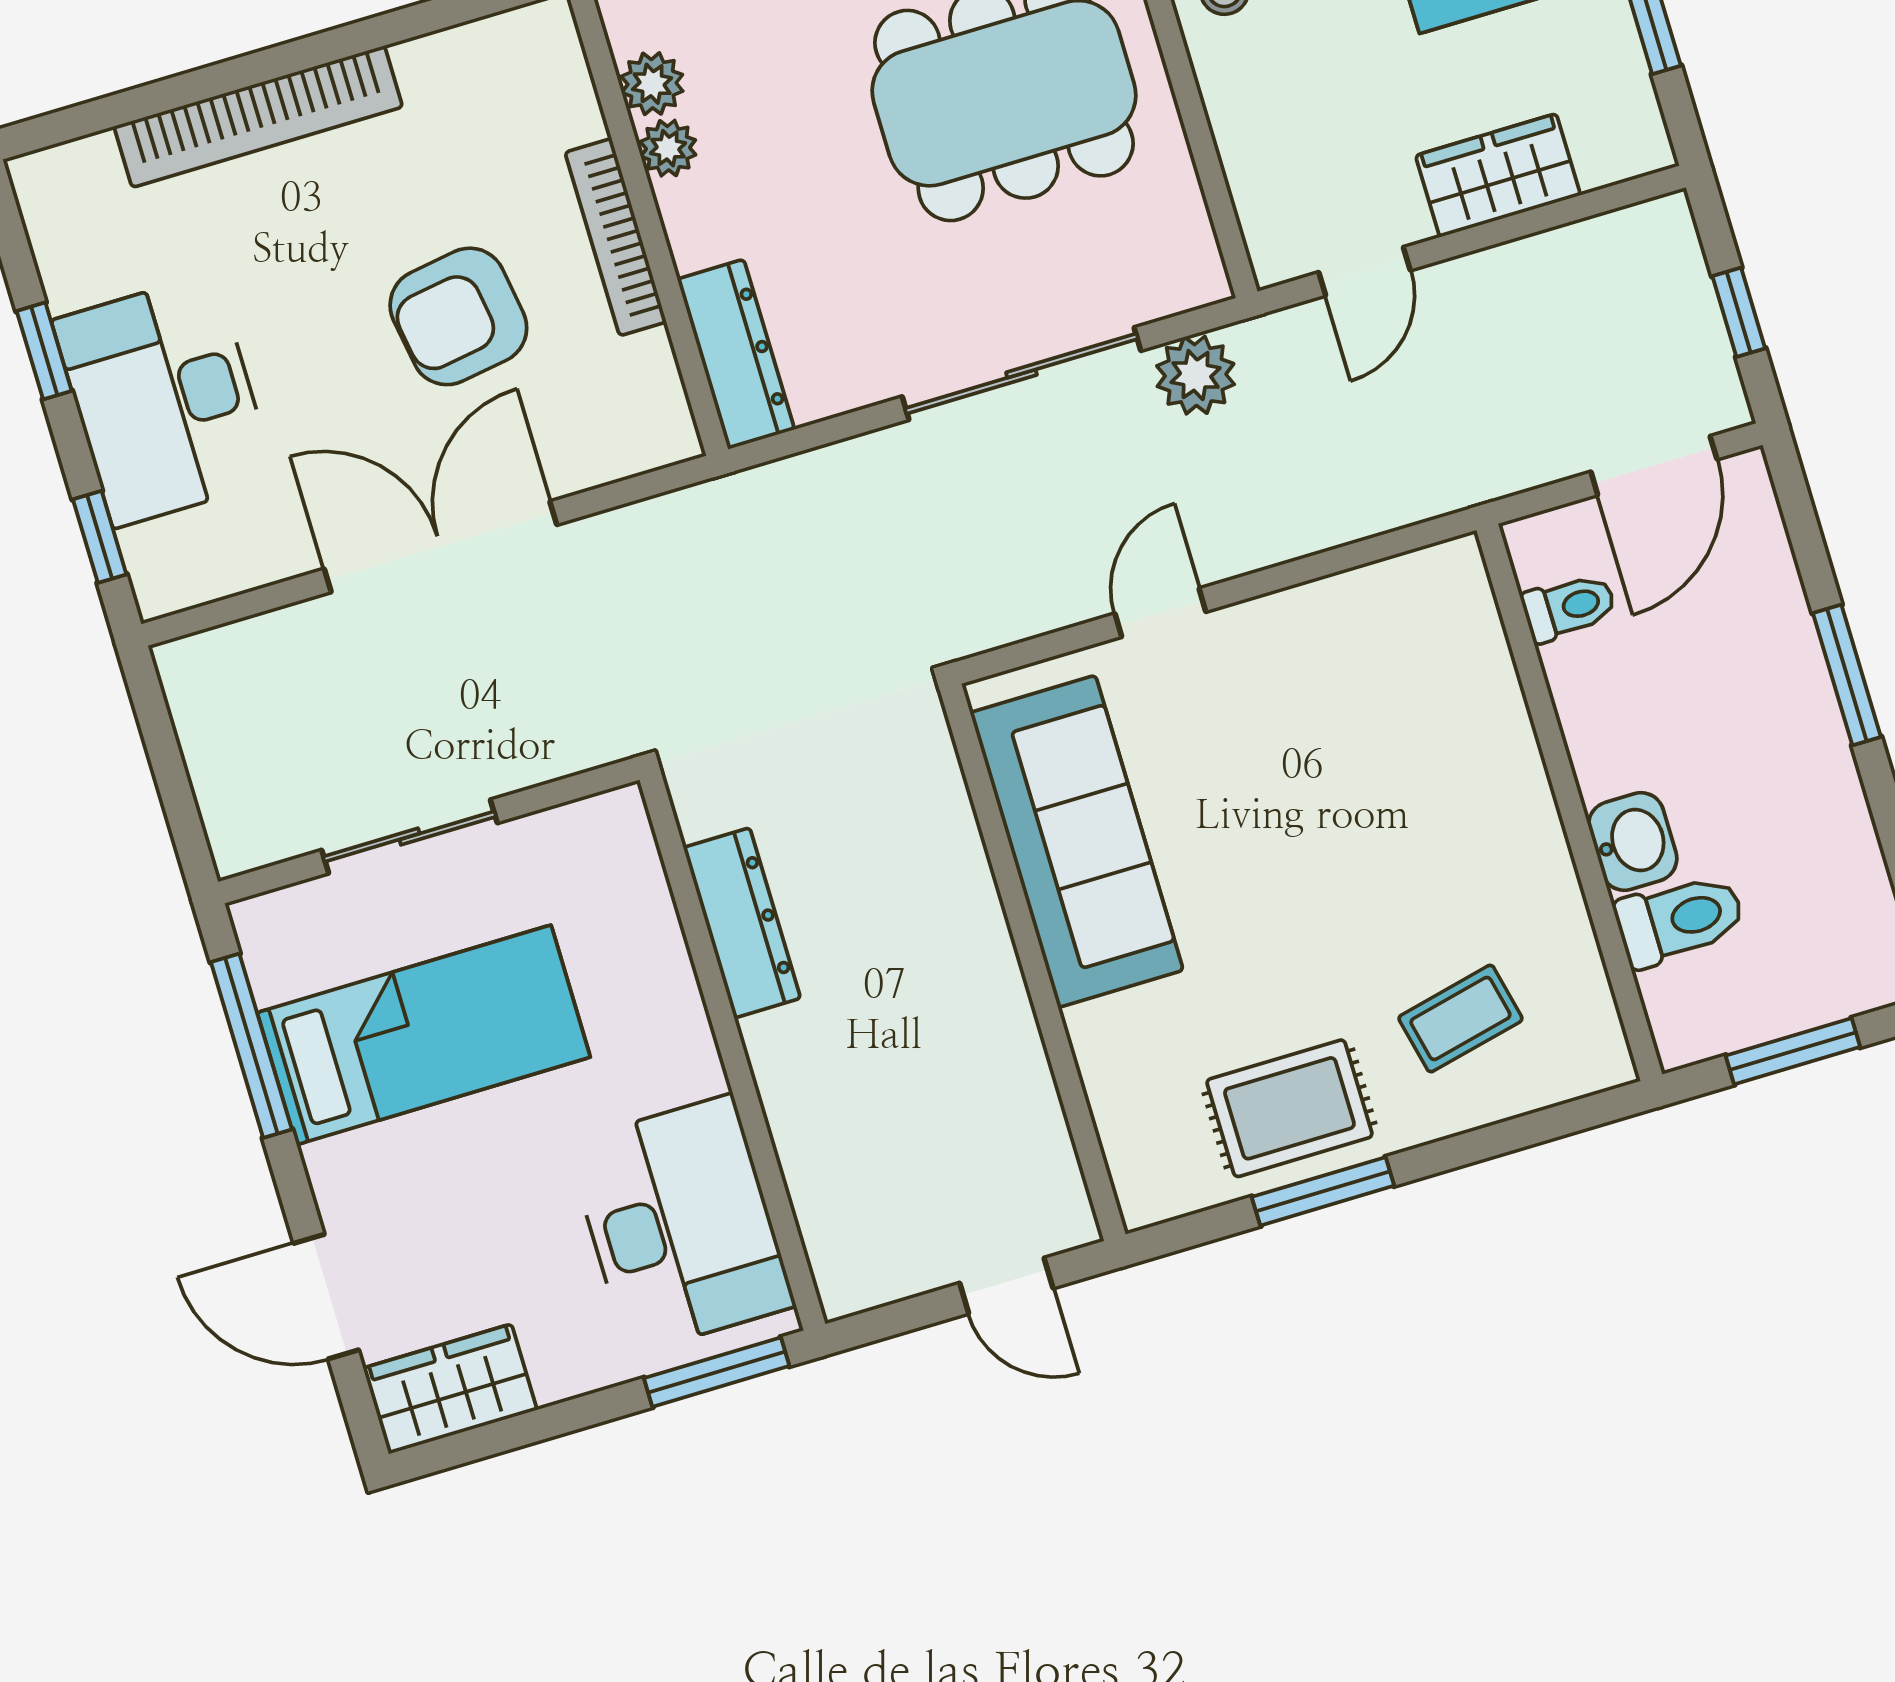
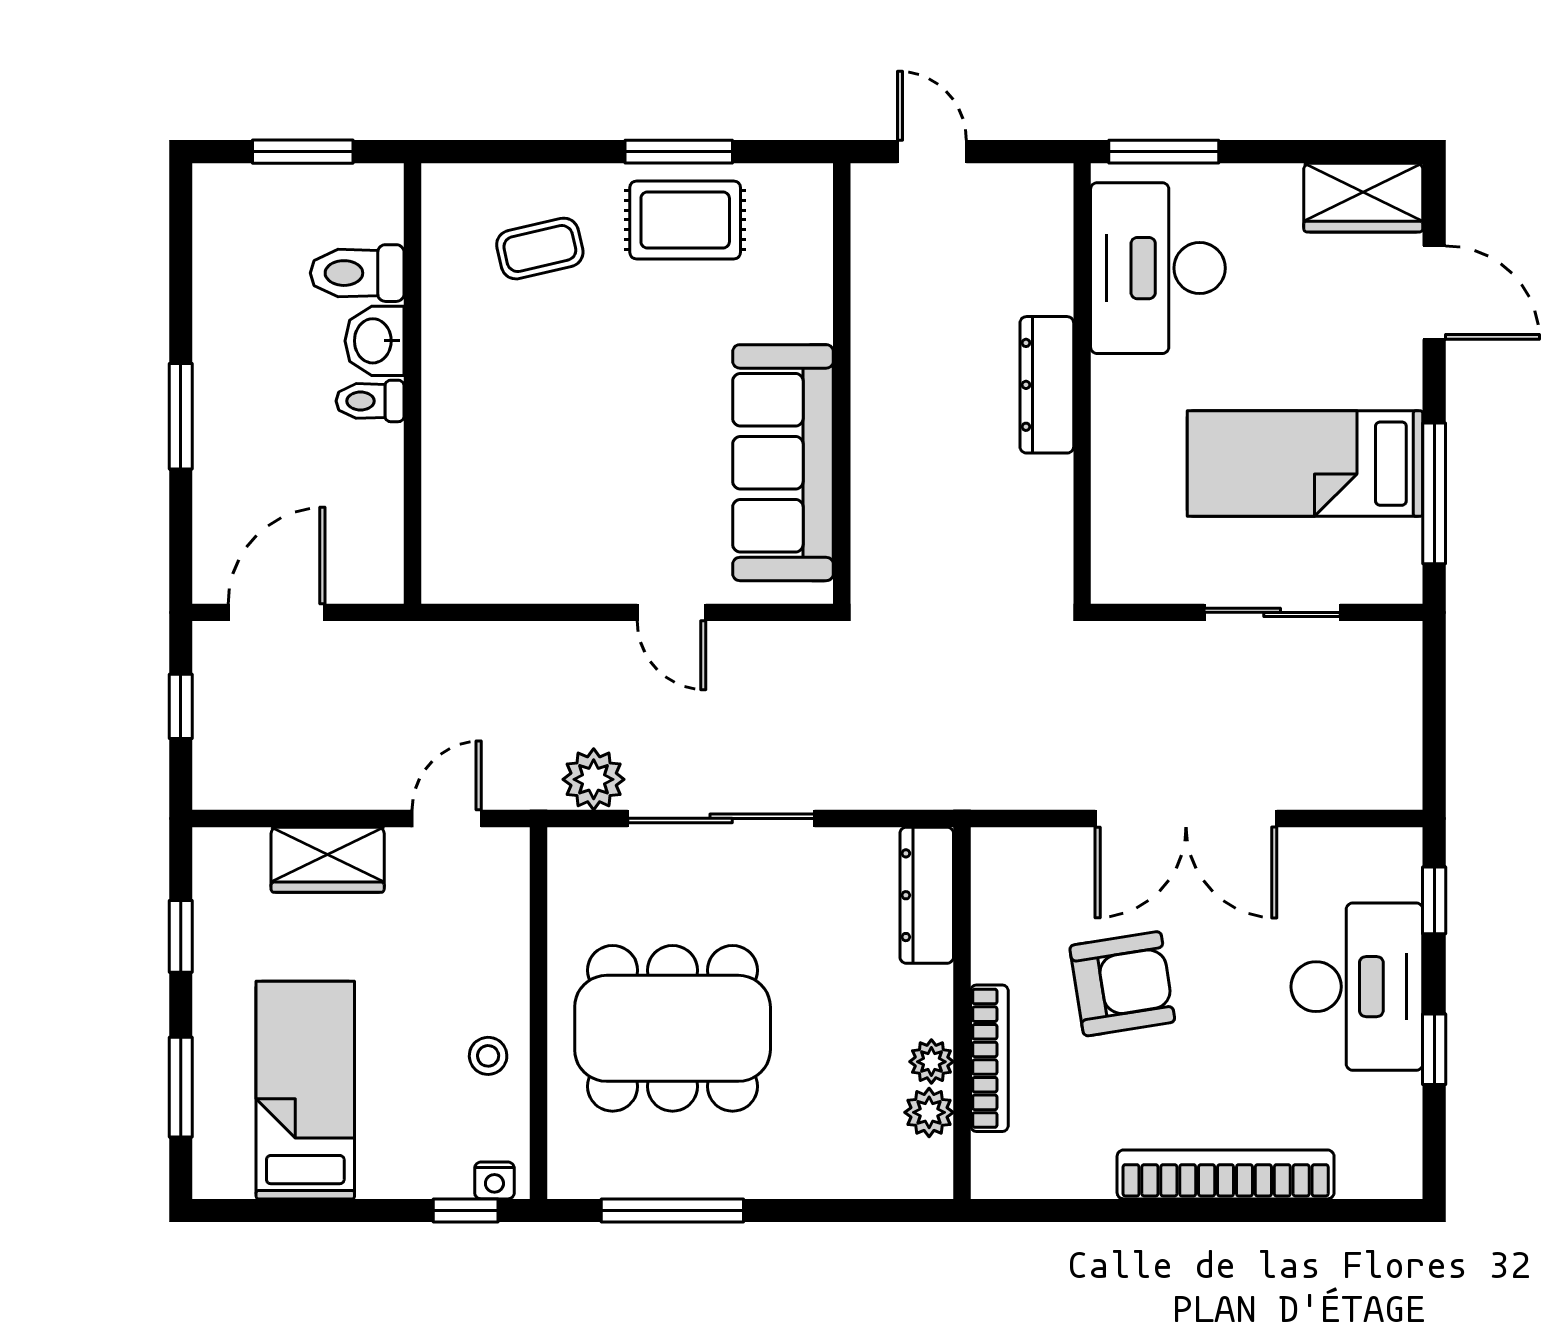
bookcase: (616, 237) -> (989, 1058), moved
toilet: (1569, 607) -> (370, 401), moved
door: (1160, 613) -> (671, 612), hinge flipped
dresser: (742, 923) -> (1047, 385), moved

